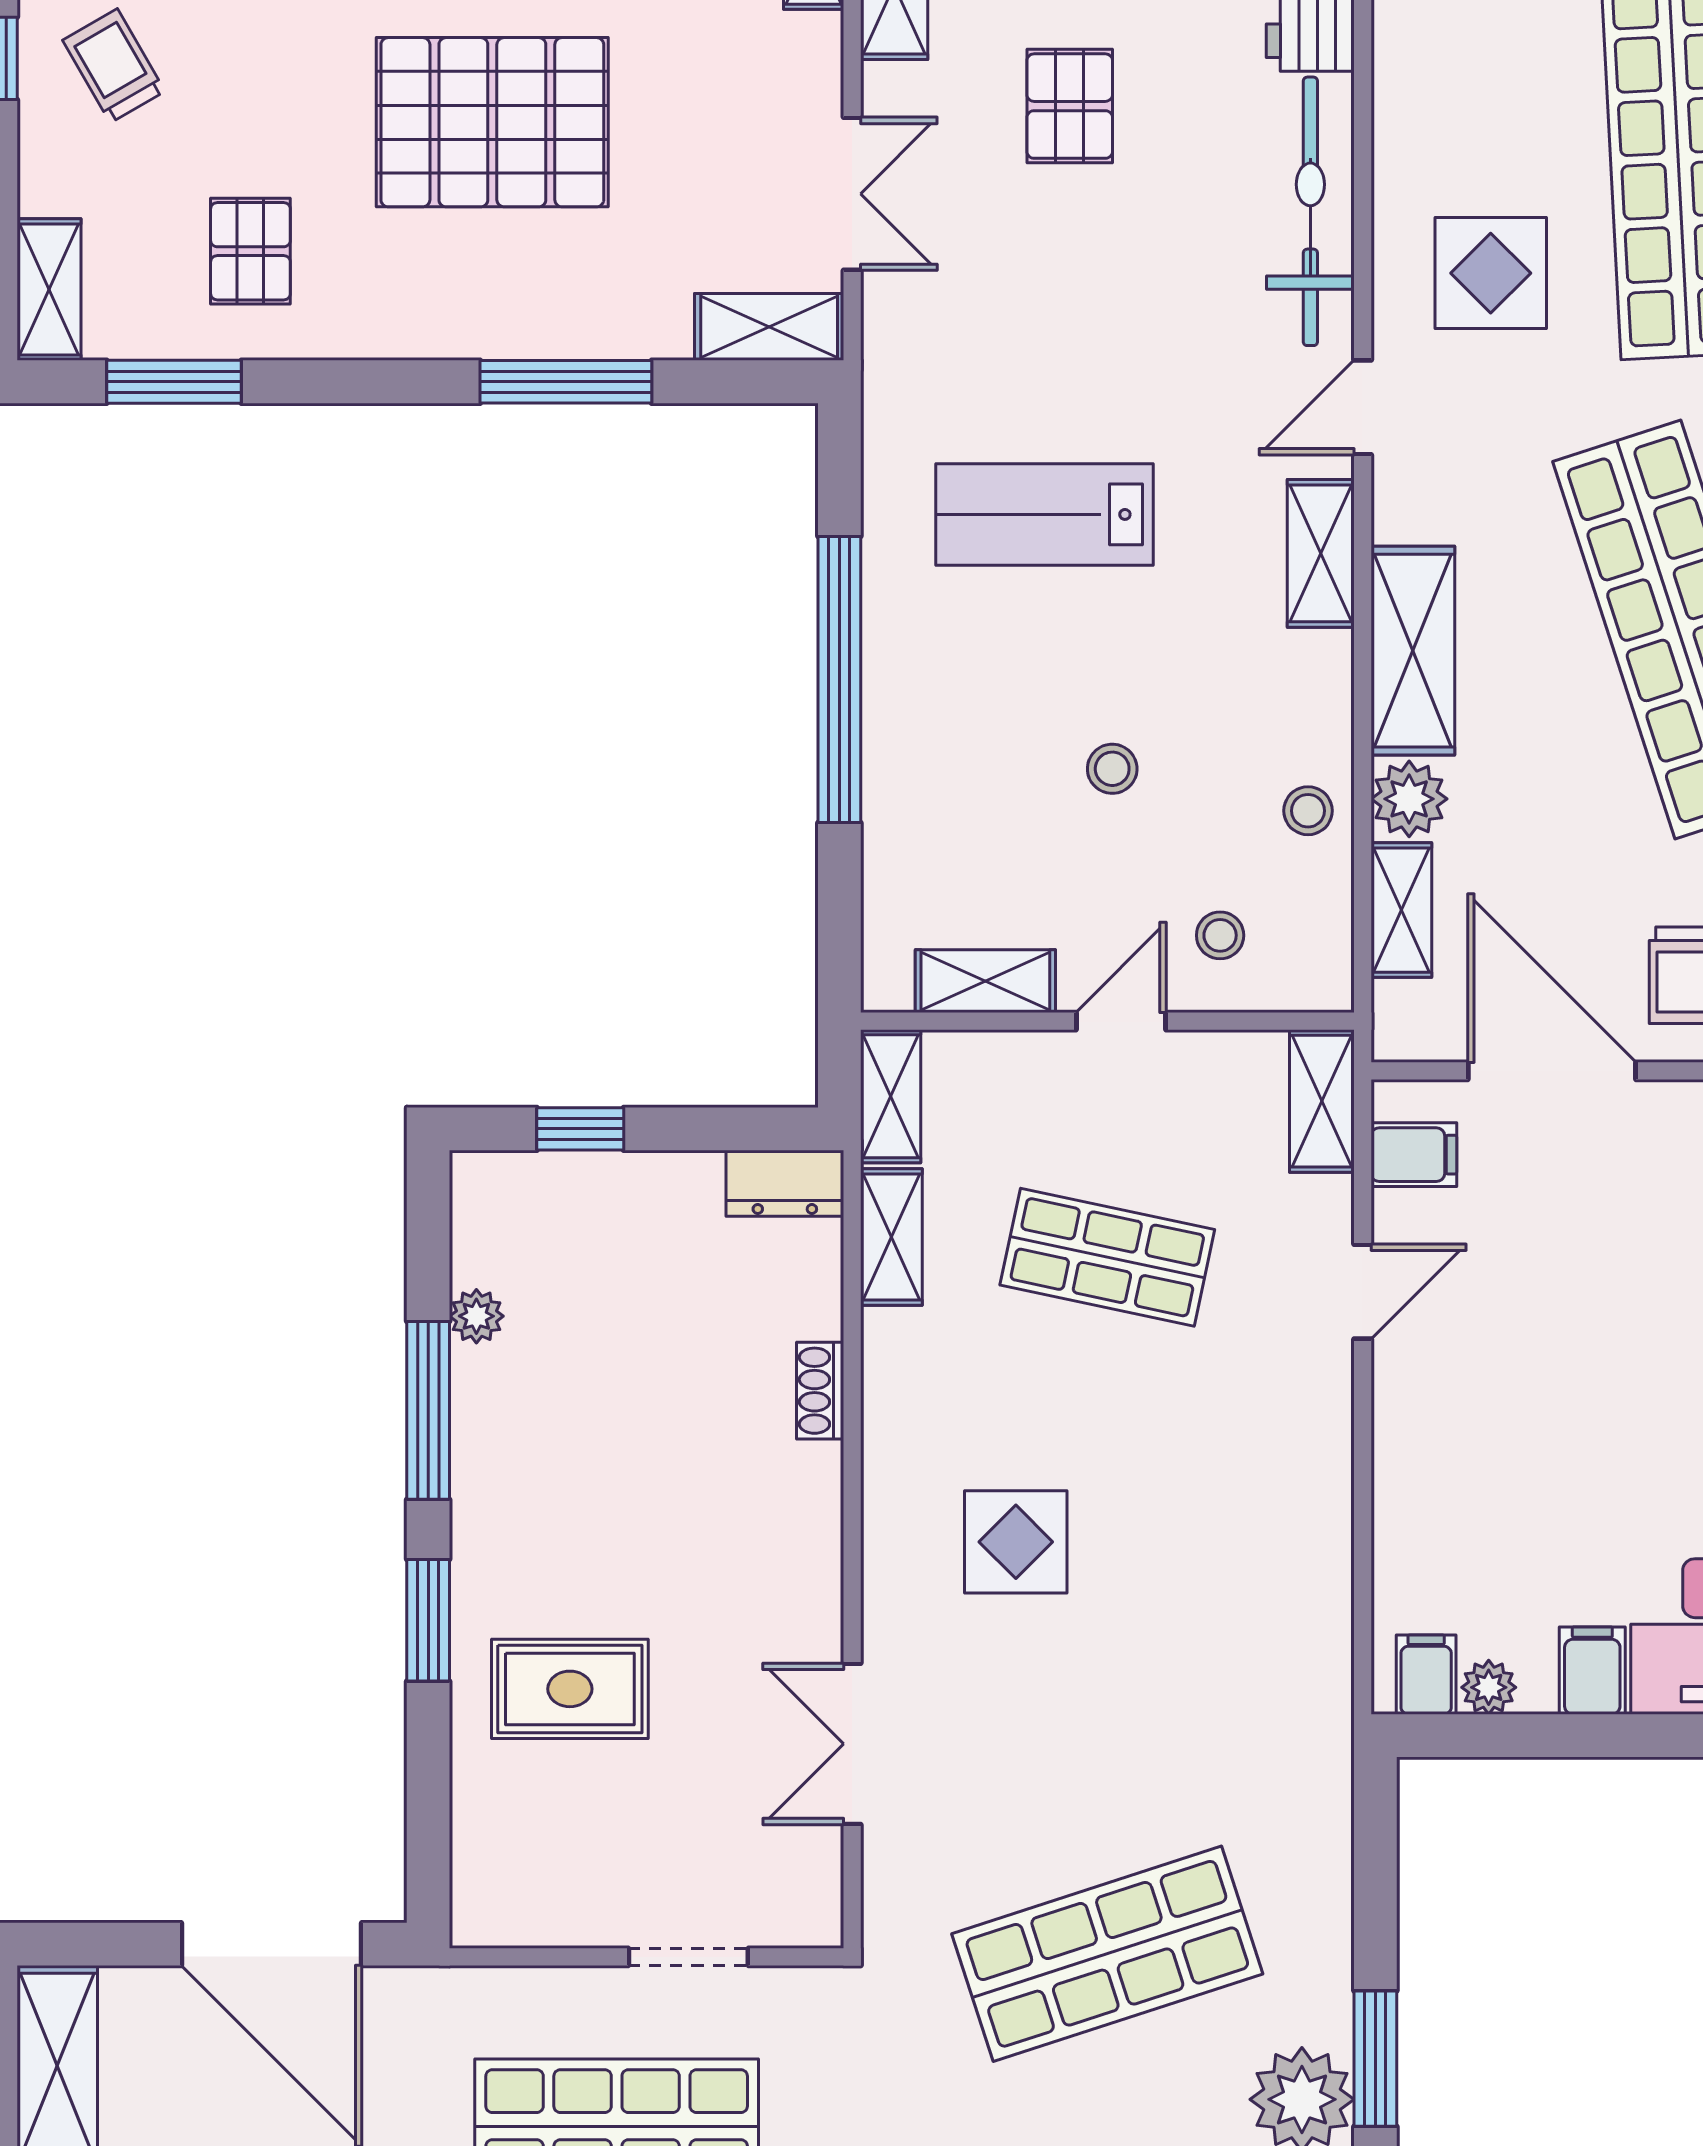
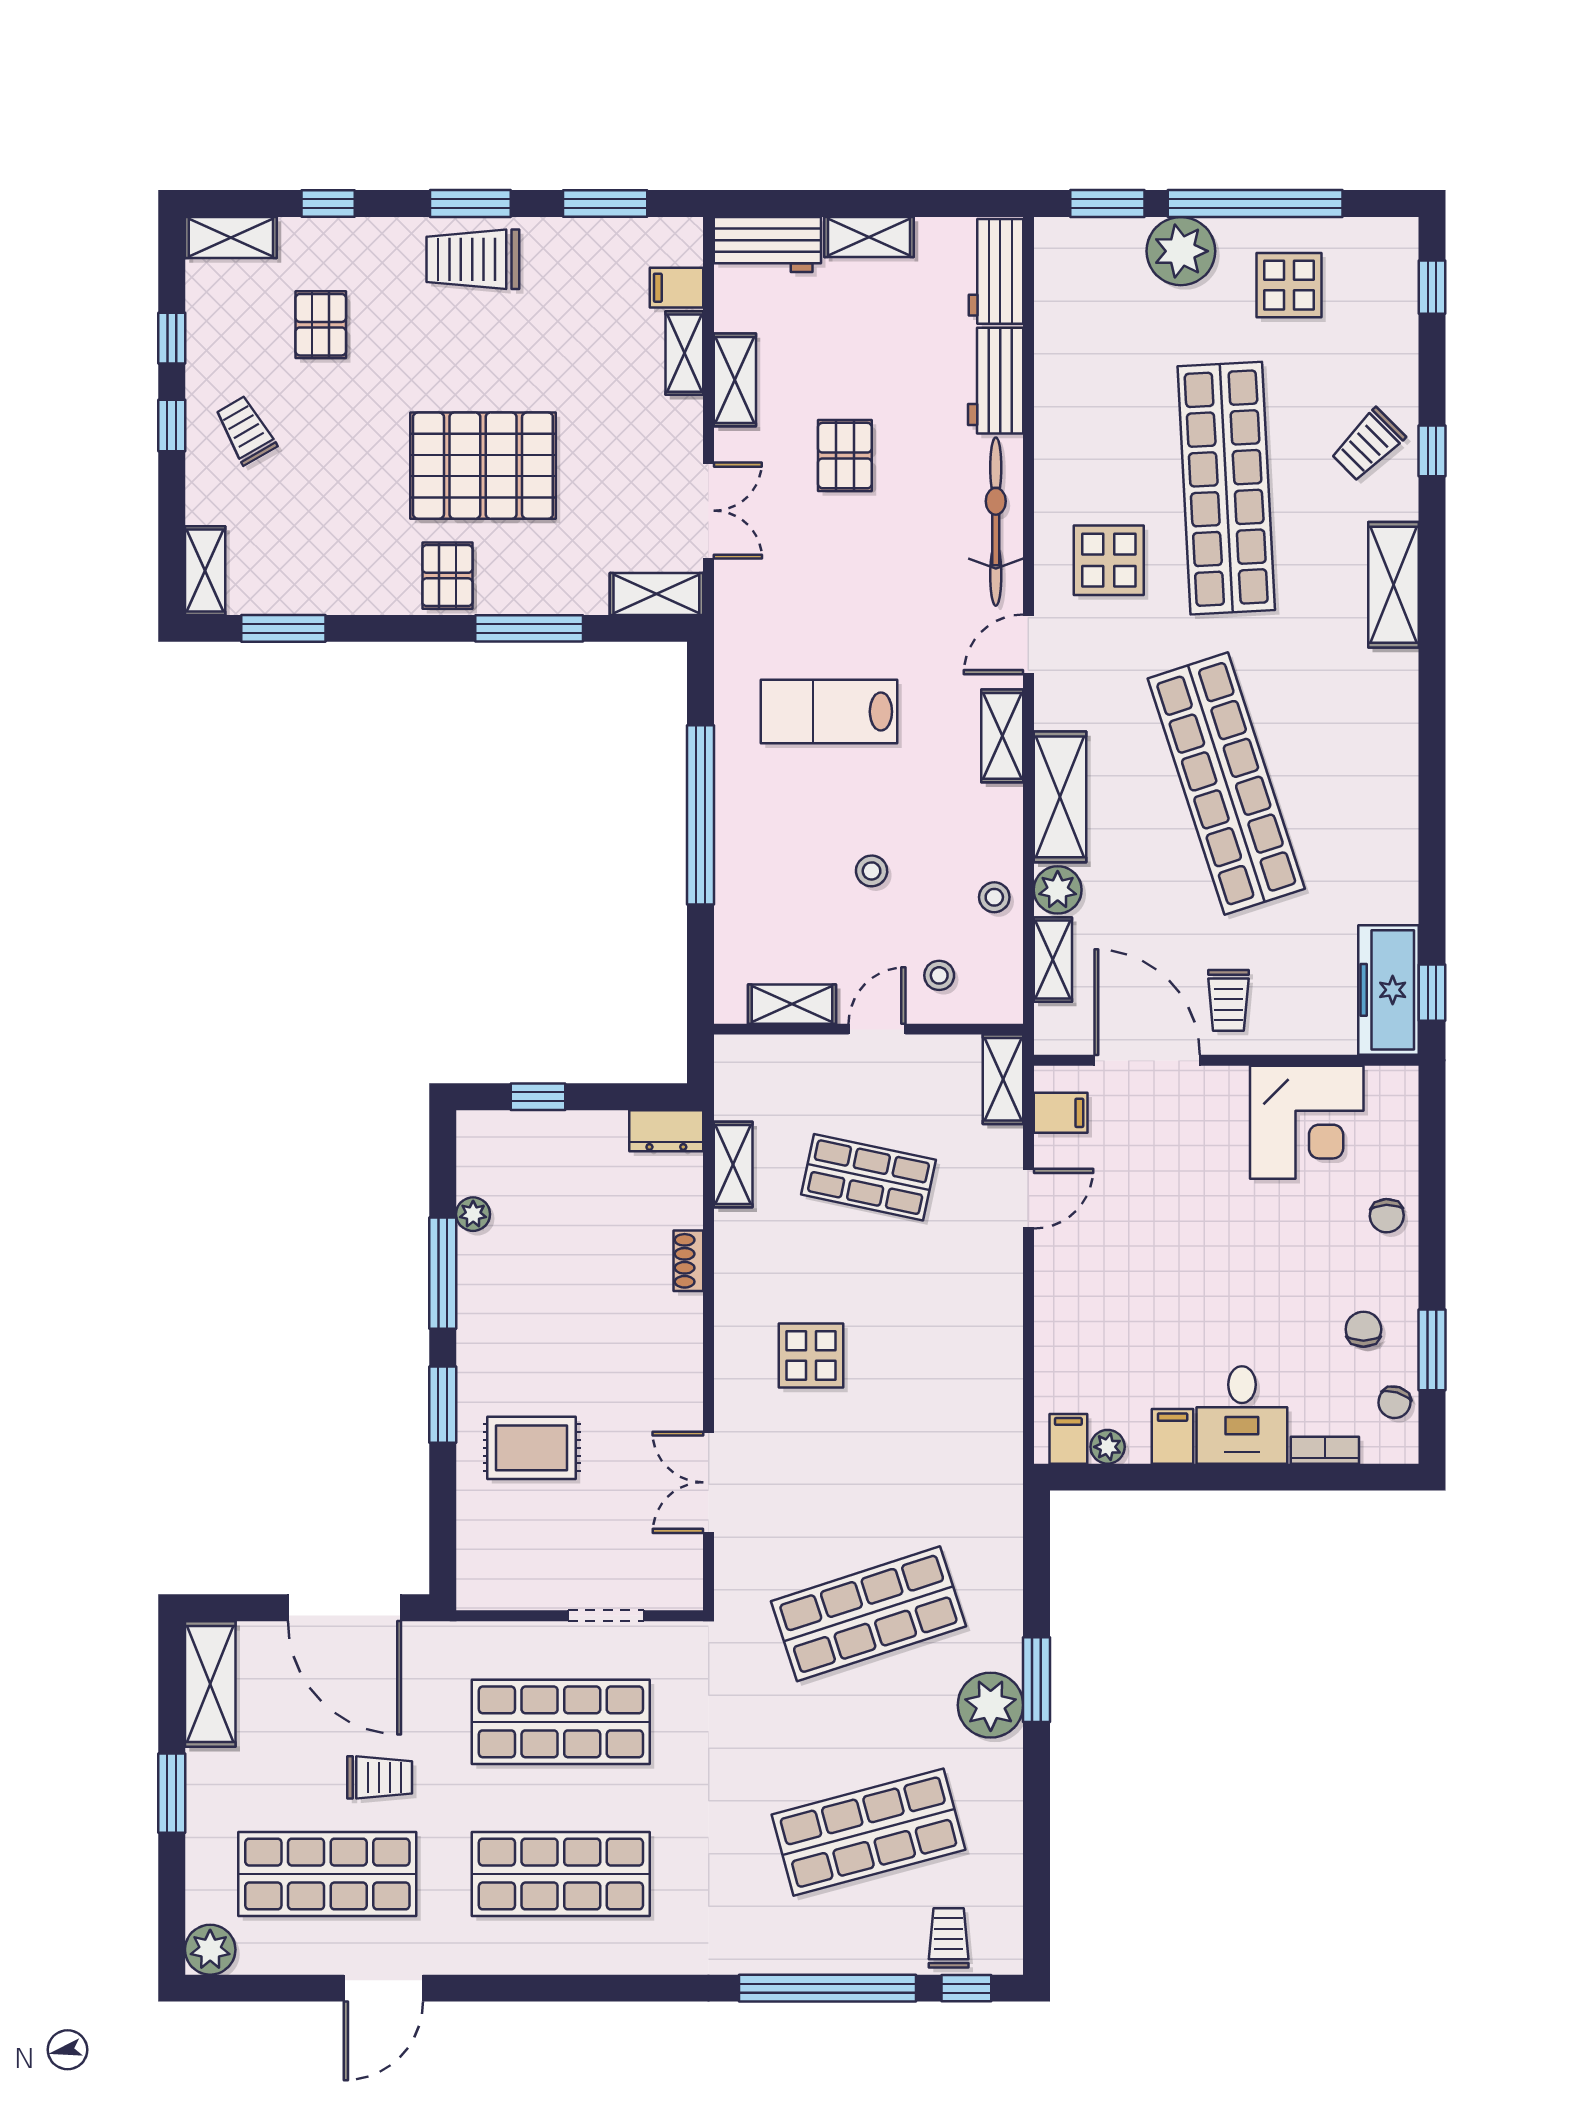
pallet: (250, 251) -> (447, 576), moved
shelving: (891, 1096) -> (733, 1076), removed

